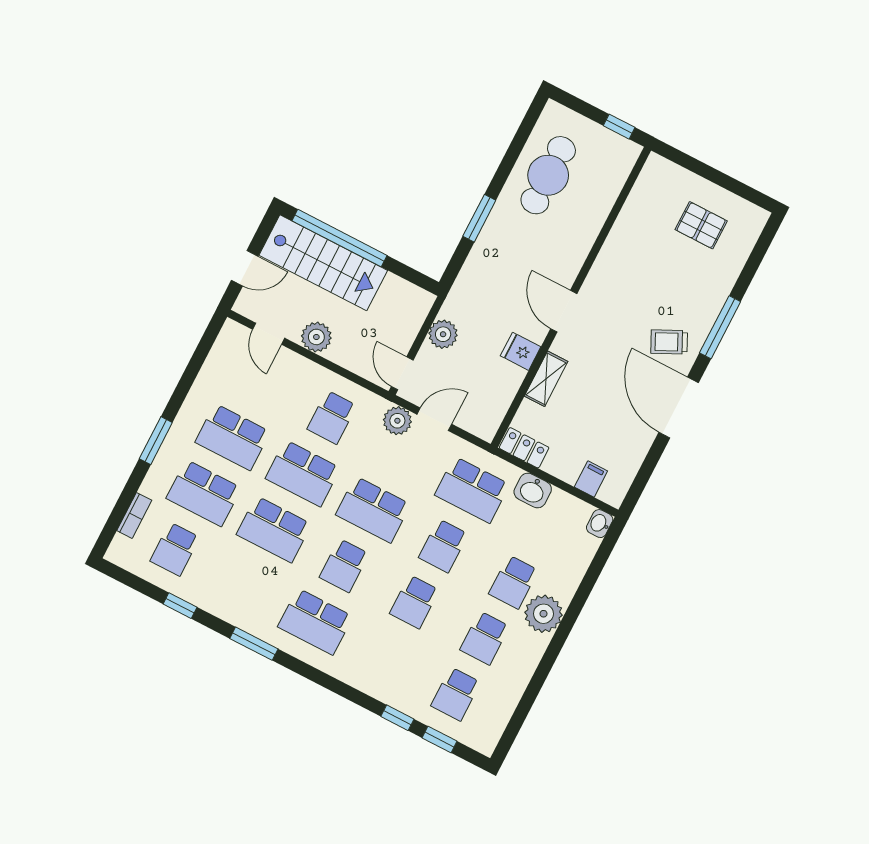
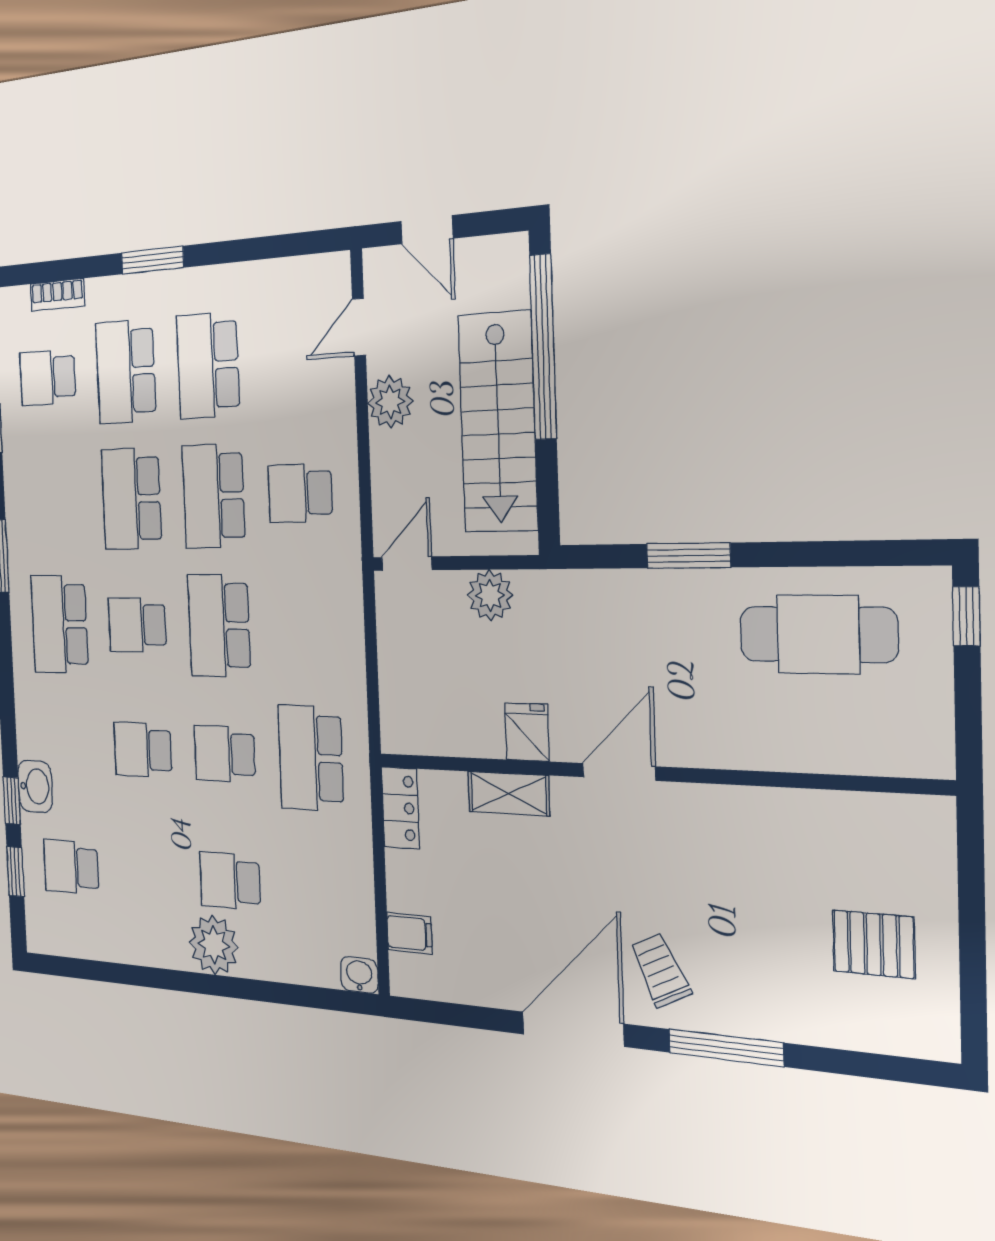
window: (619, 127) -> (966, 616), moved
pallet: (701, 225) -> (874, 944), turned 90
stairs: (323, 263) -> (498, 422), moved
door: (434, 419) -> (371, 649), removed
plant: (397, 421) -> (343, 594), removed
washbasin: (533, 490) -> (35, 786), moved, turned 180
school desk: (485, 638) -> (148, 874), removed

